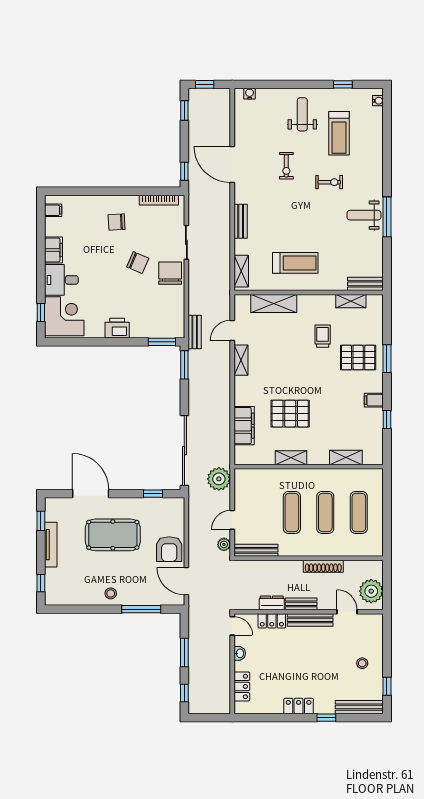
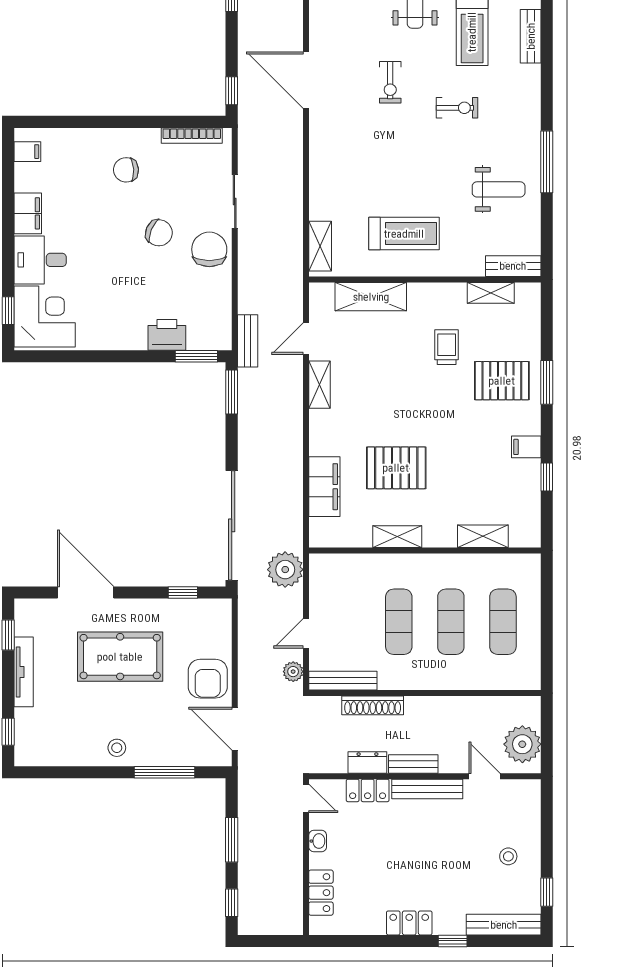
weight bench: (364, 215) -> (499, 189), moved, turned 180
bench: (241, 221) -> (531, 36), moved
printer: (117, 328) -> (167, 335), moved
shoe rack: (323, 566) -> (373, 705), moved

